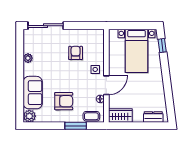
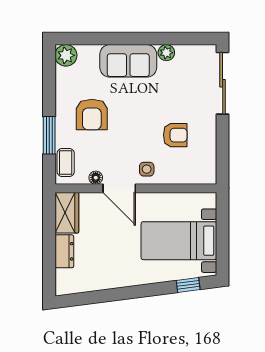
sofa: (33, 93) -> (128, 61), moved
dresser: (153, 117) -> (64, 251), moved

